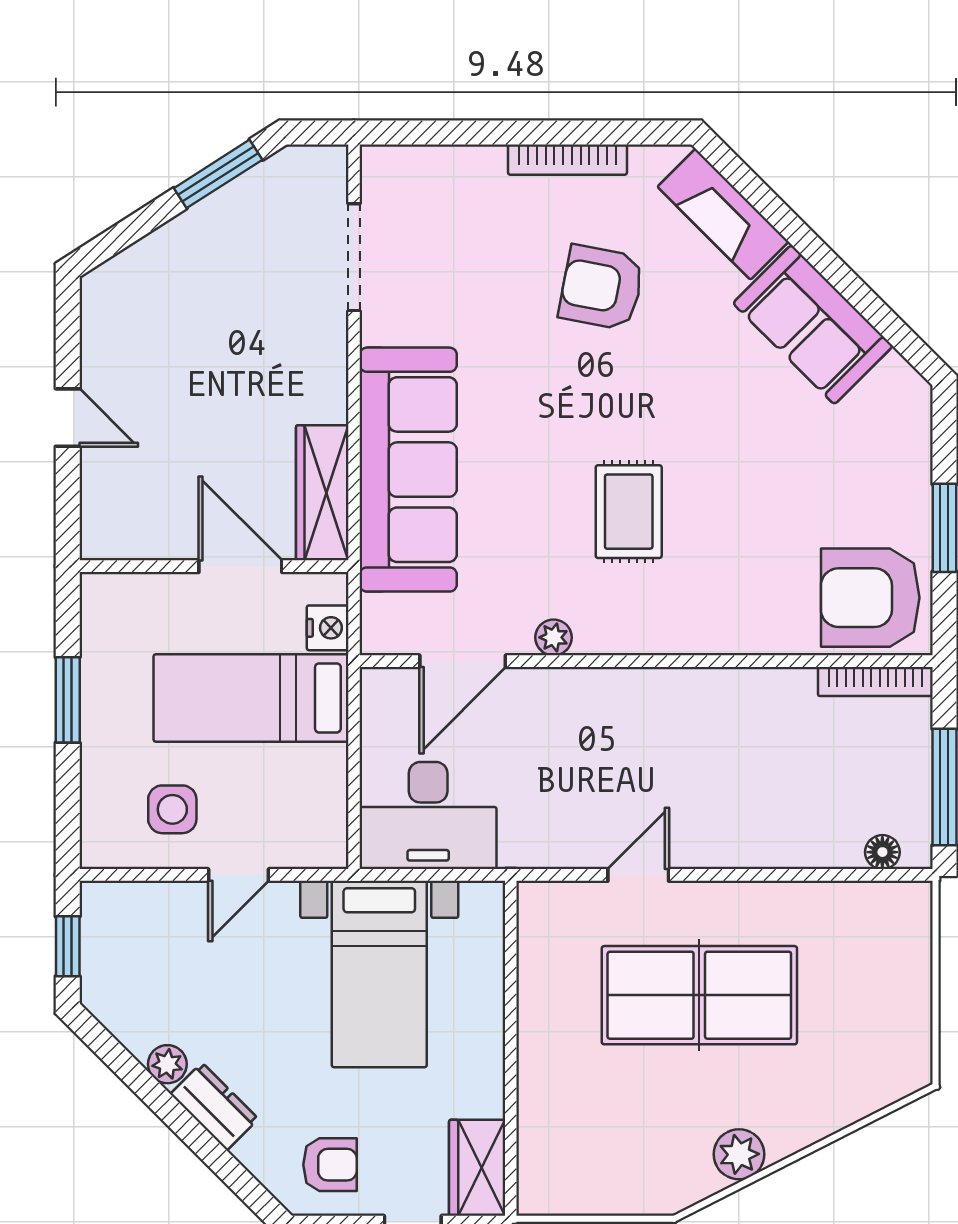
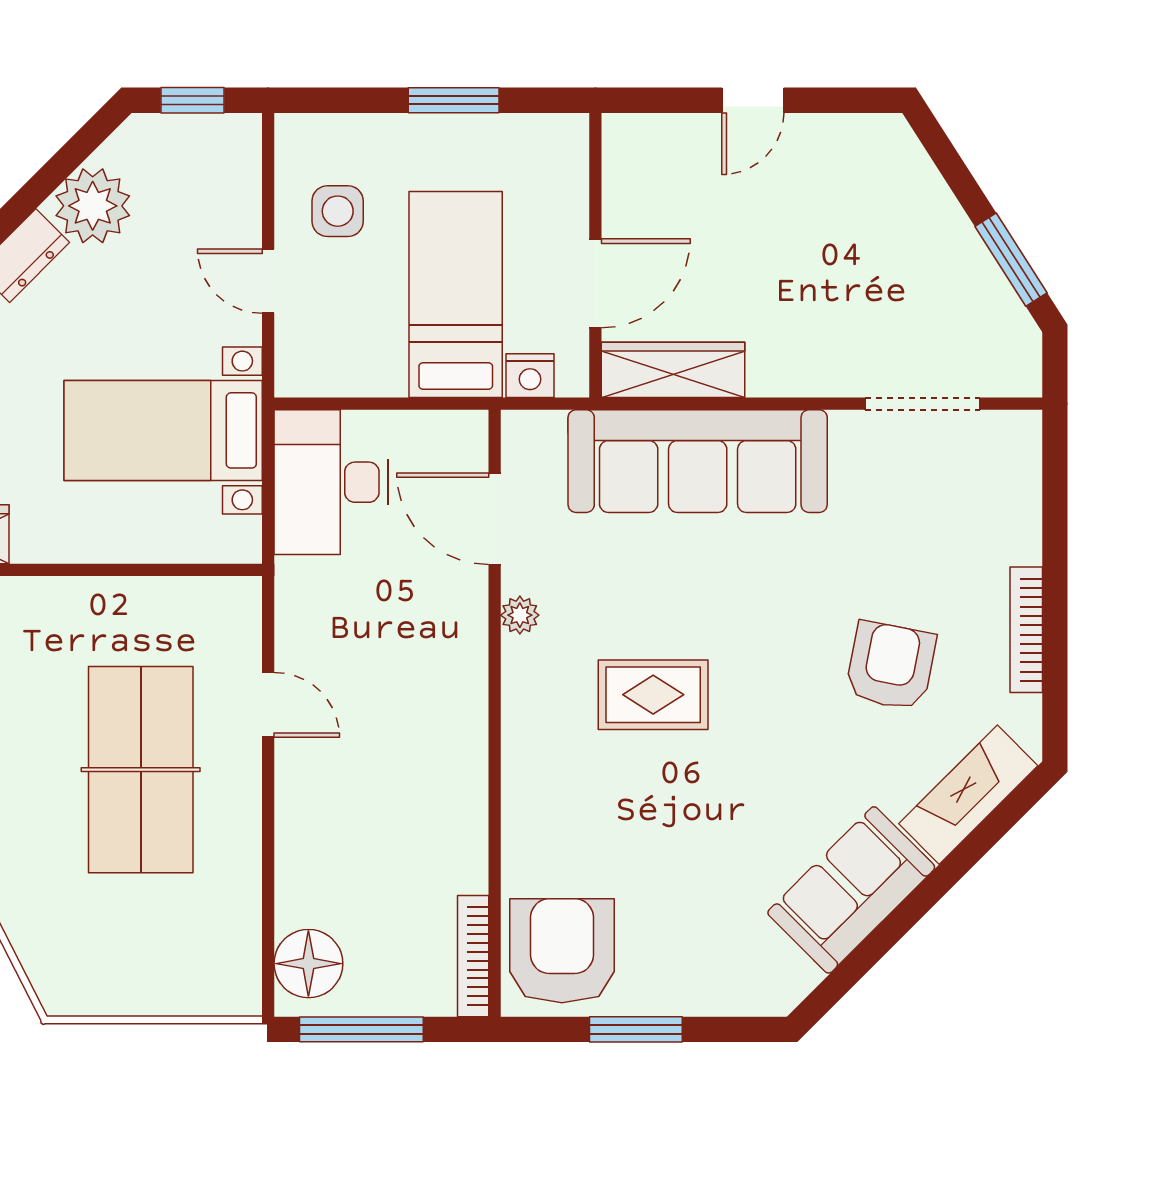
floor lamp: (882, 852) -> (308, 964), width x1.89, depth x1.89
plant: (167, 1064) -> (93, 206), width x1.88, depth x1.88

